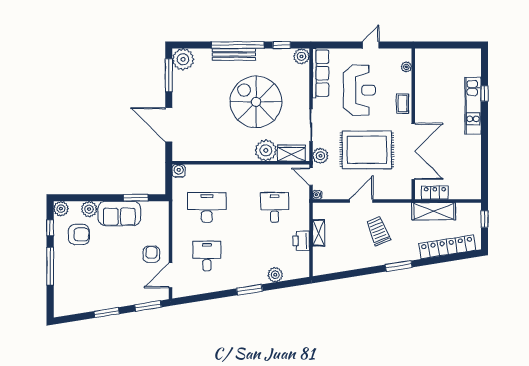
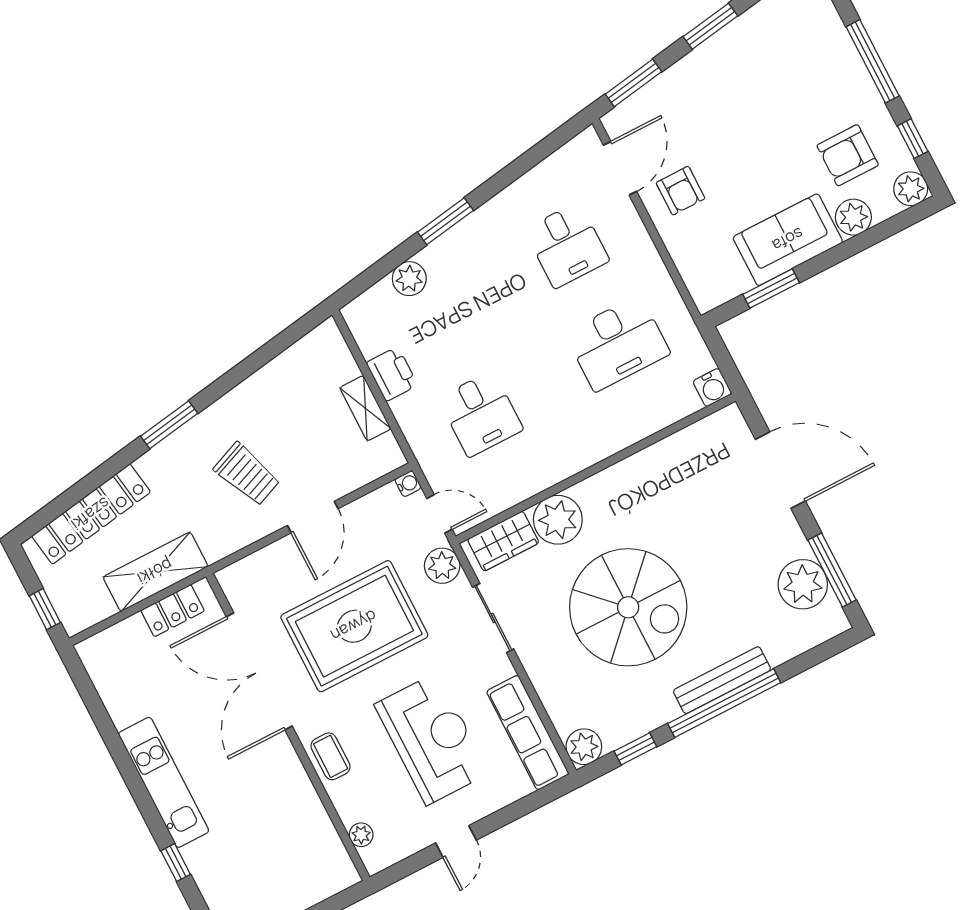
plant: (183, 59) -> (803, 584), moved
reception desk: (359, 90) -> (432, 739), turned 180
kitchen unit: (473, 106) -> (164, 782), moved

